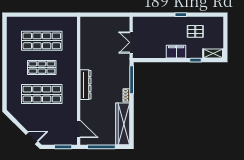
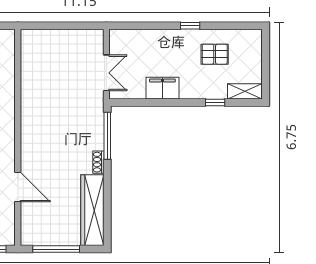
double door: (131, 42) -> (106, 73), swing flipped
filing cabinet: (176, 52) -> (162, 88), moved
dresser: (85, 85) -> (29, 144), removed
door: (79, 129) -> (18, 187), moved

